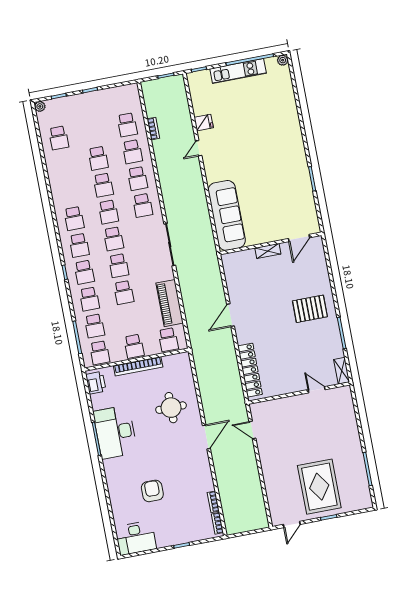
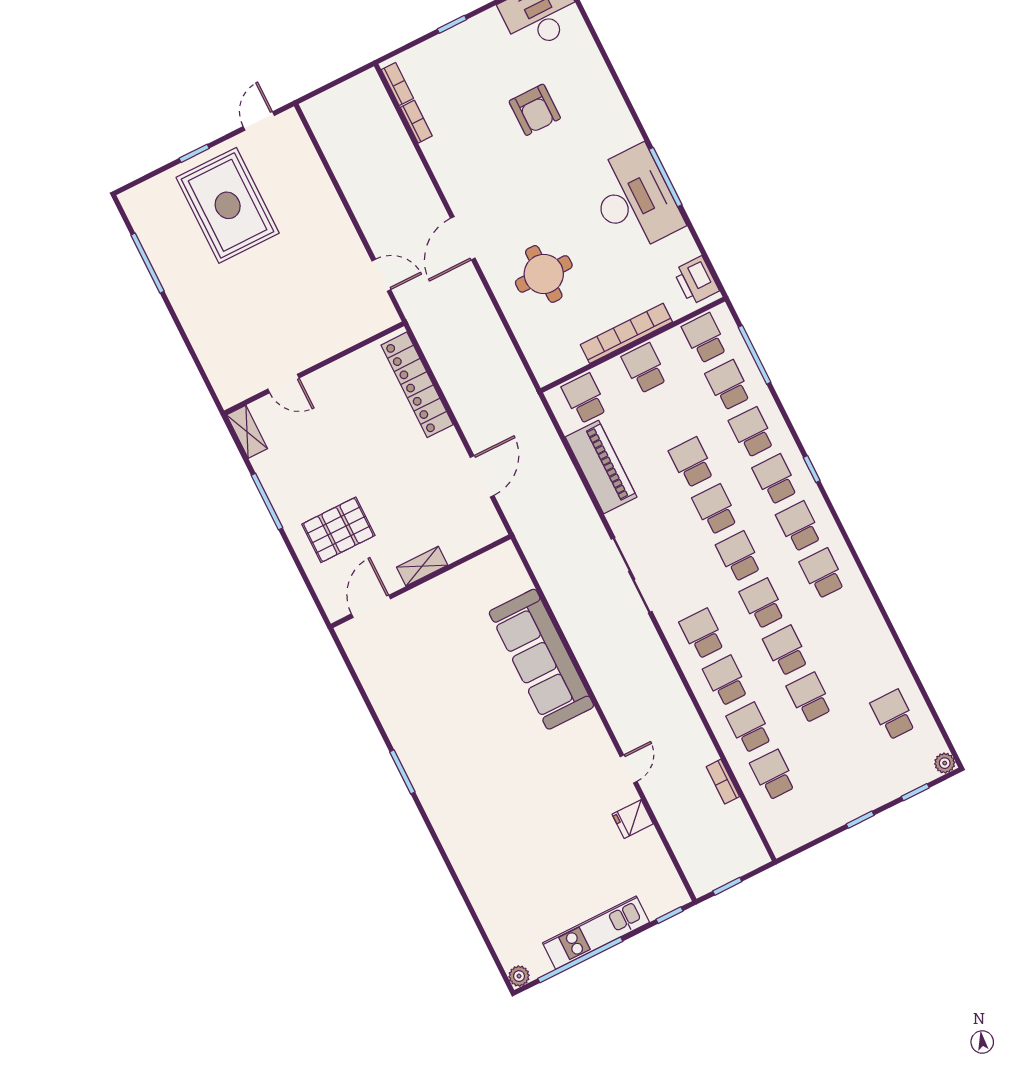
door: (299, 238) -> (371, 606), moved
wall: (271, 243) -> (421, 581), moved
shelving: (268, 251) -> (422, 566), moved

